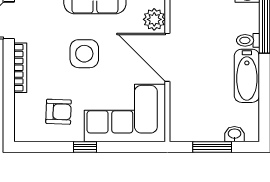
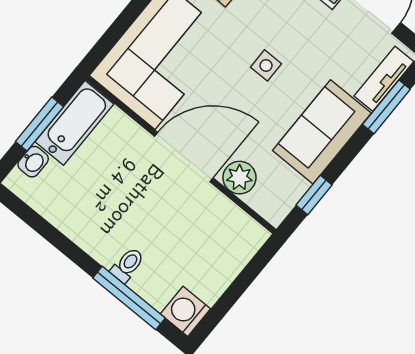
side table: (84, 54) -> (266, 65), width x0.54, depth x0.54
bathtub: (247, 76) -> (74, 123), moved, turned 90

